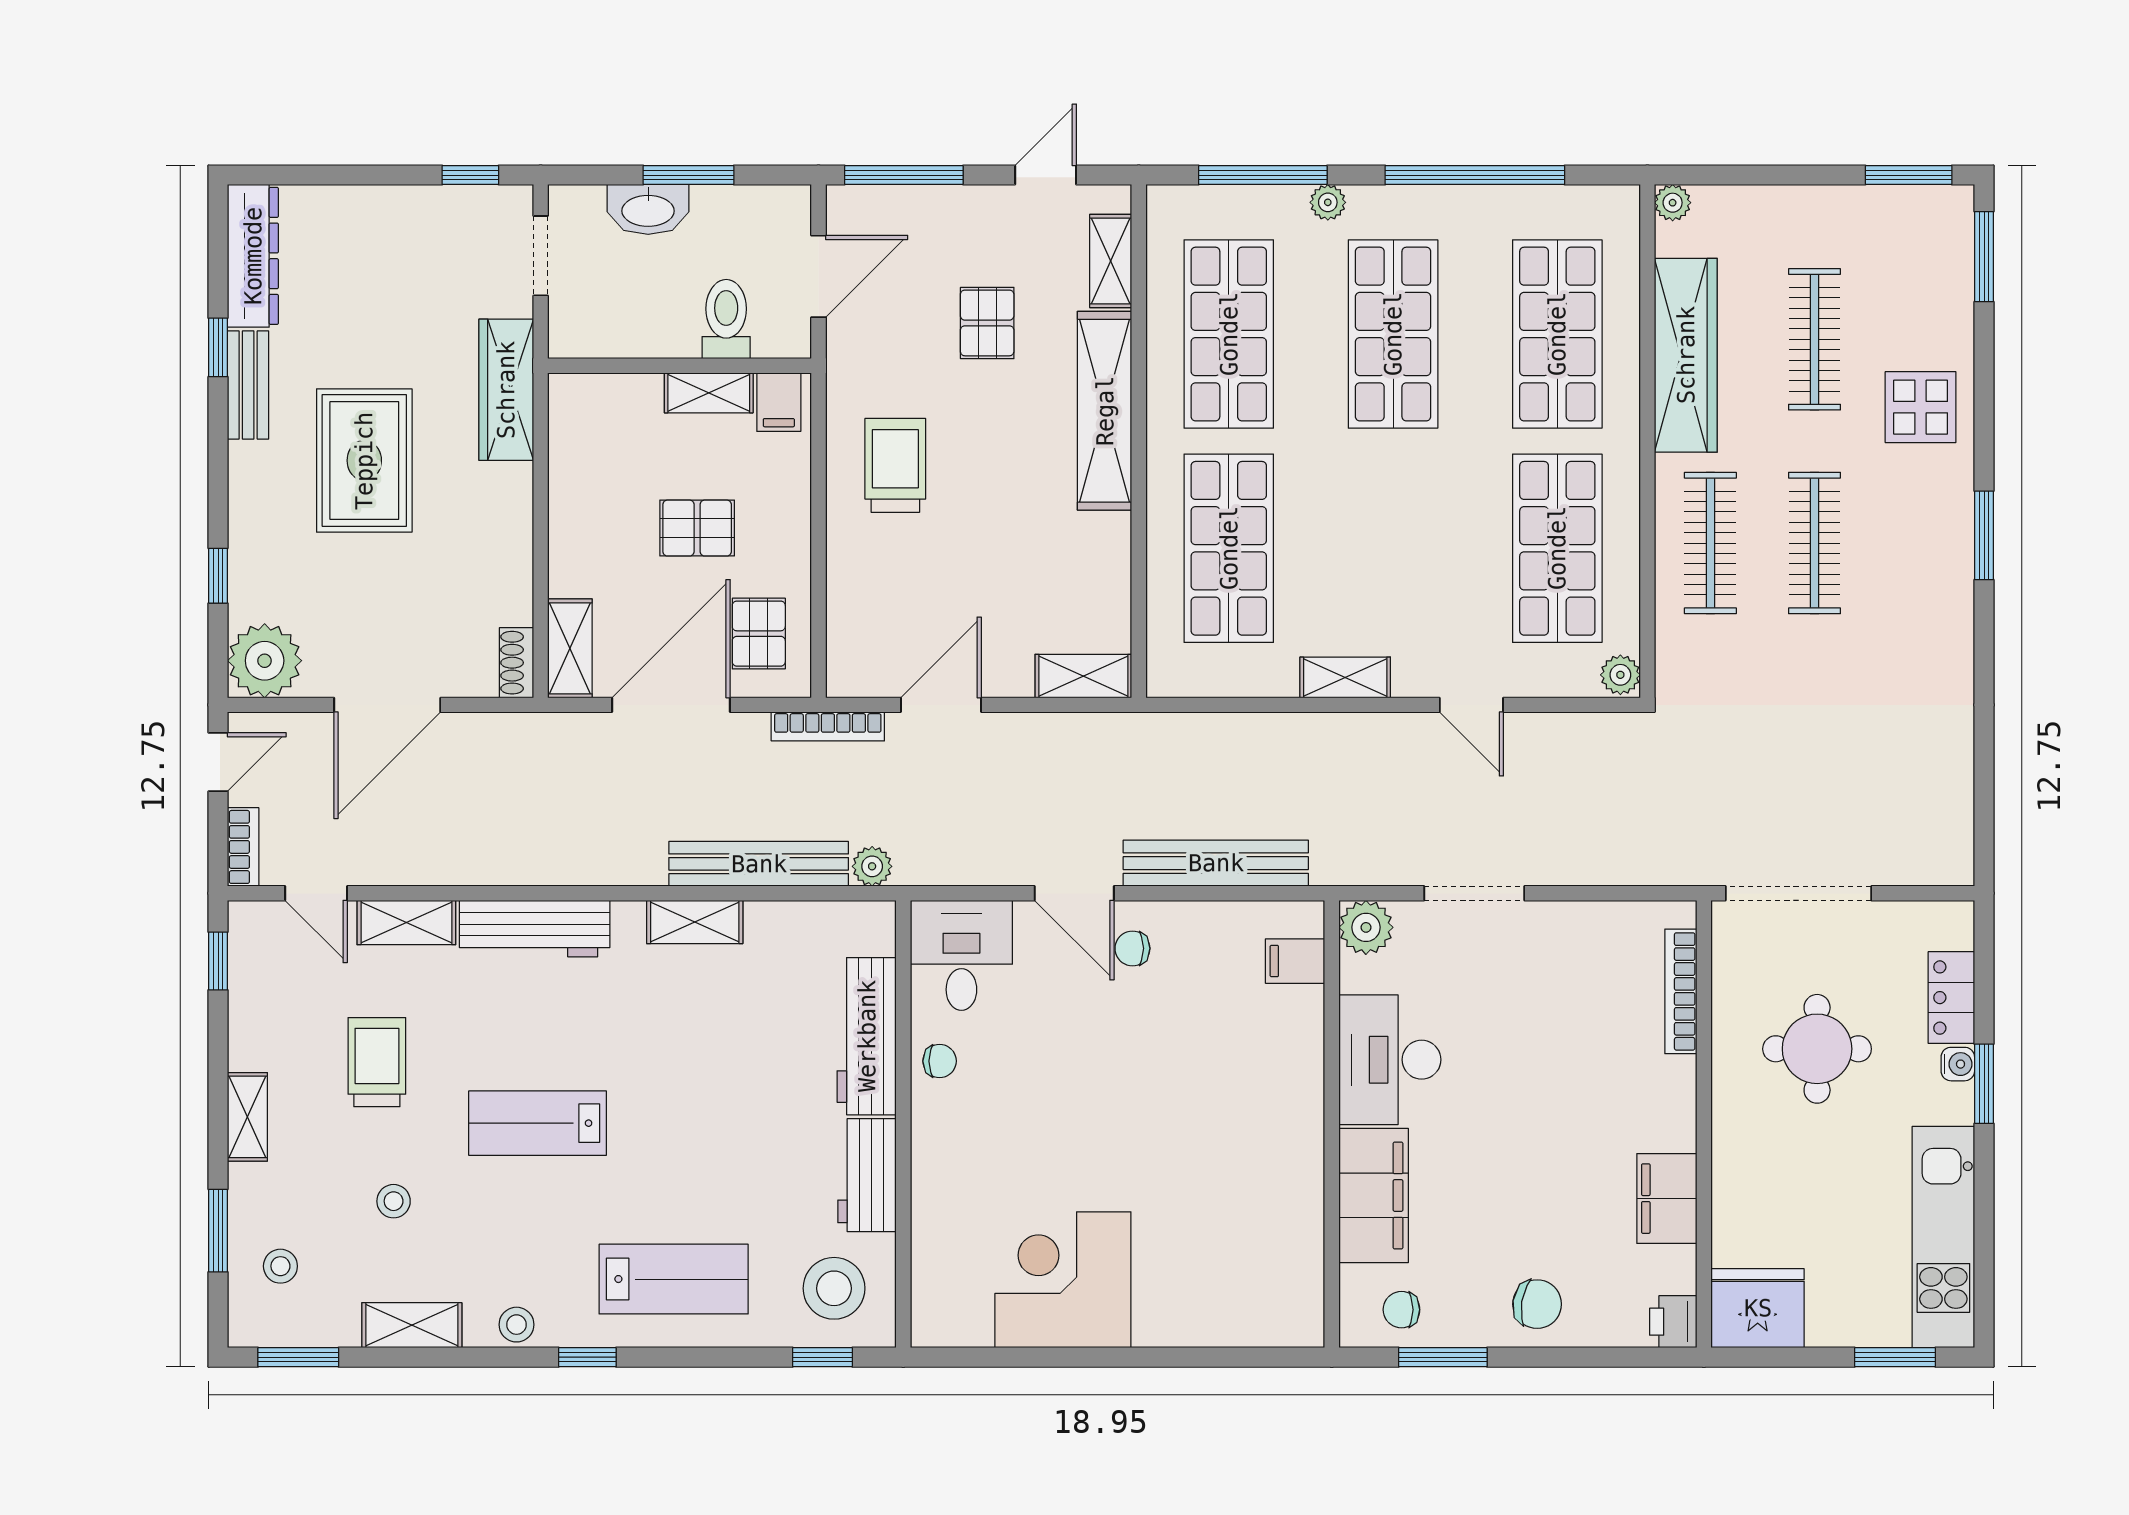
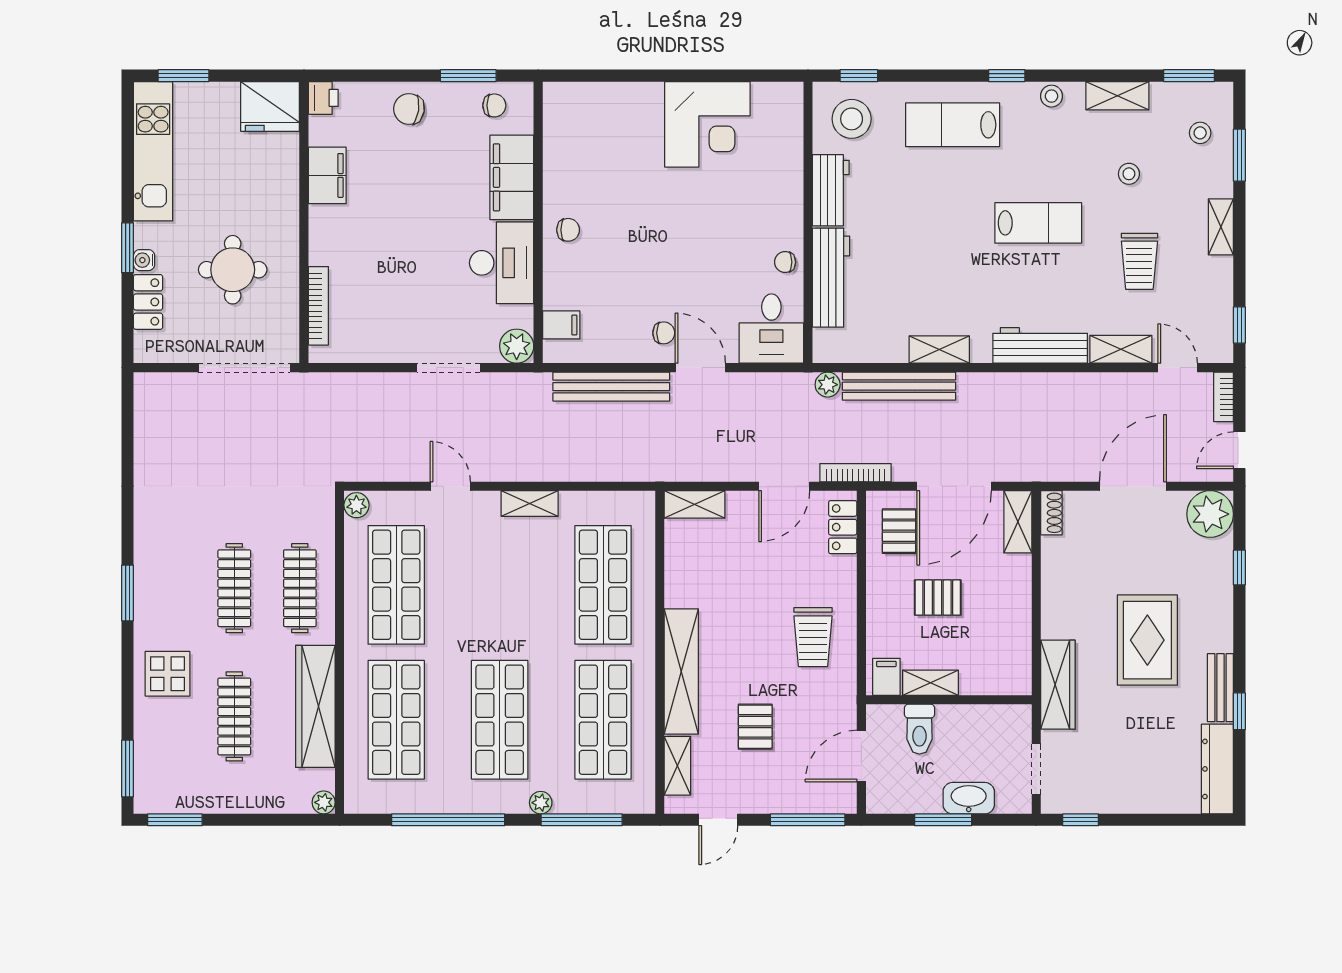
locker: (848, 640) -> (843, 527), added
chair: (1284, 1112) -> (568, 230), added

